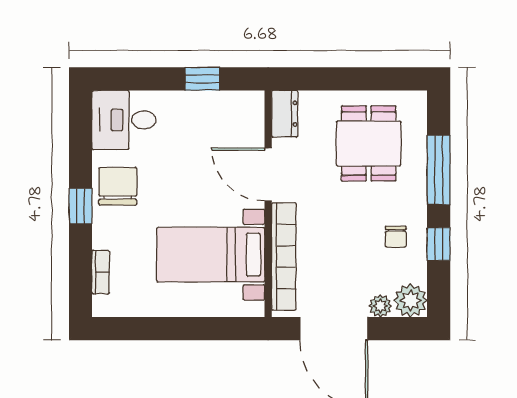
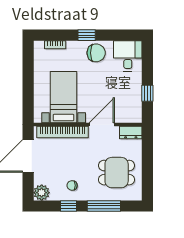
plant: (380, 306) -> (39, 178), removed

